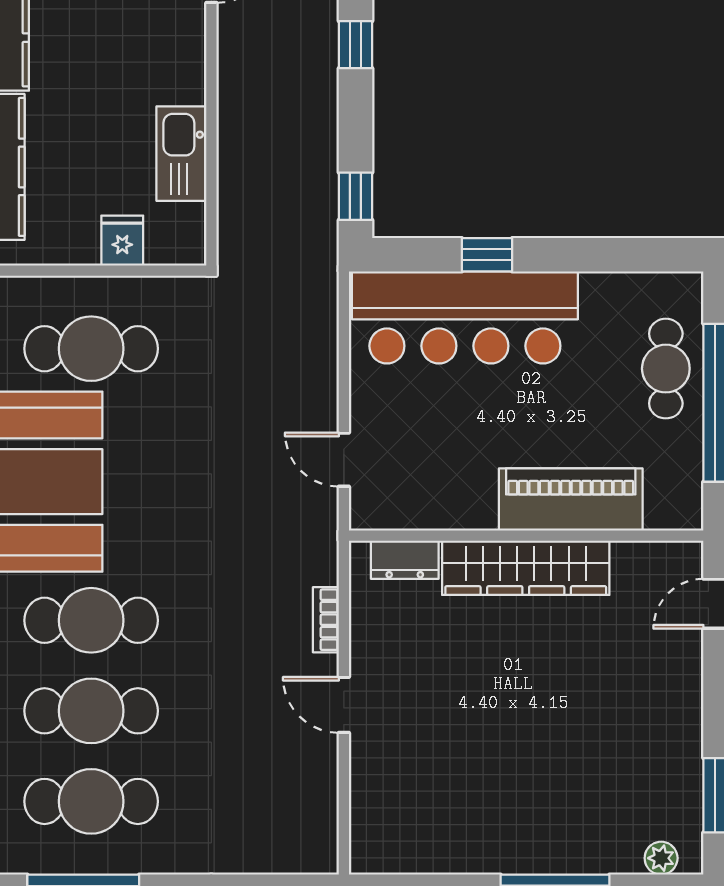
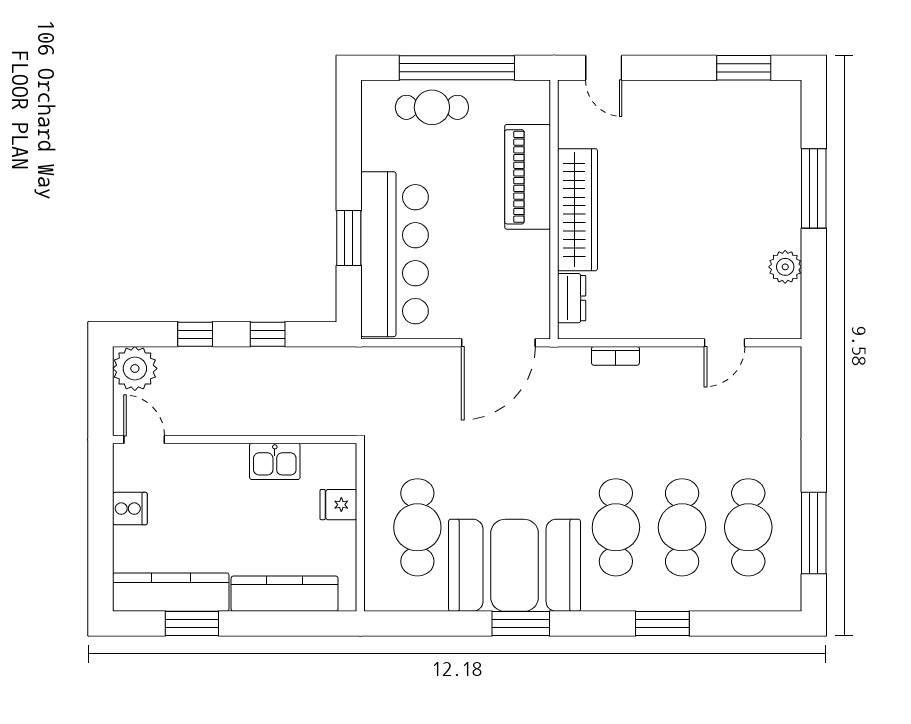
kitchen sink: (181, 154) -> (275, 461), width x0.73
window: (355, 196) -> (268, 334), moved
window: (487, 255) -> (349, 238), width x1.50
door: (344, 460) -> (498, 343), width x1.87
door: (344, 705) -> (724, 343), moved
plant: (661, 858) -> (785, 267), moved, width x1.38, depth x1.38

